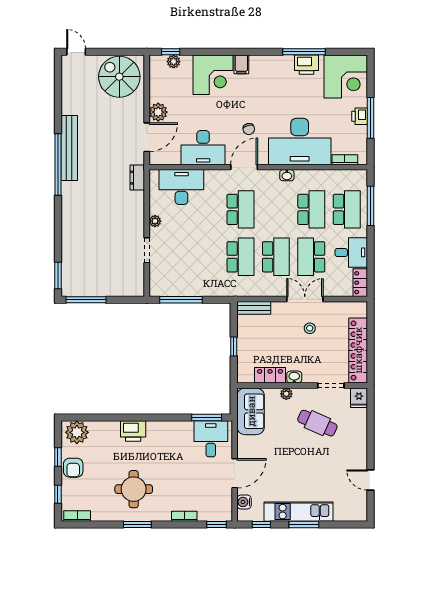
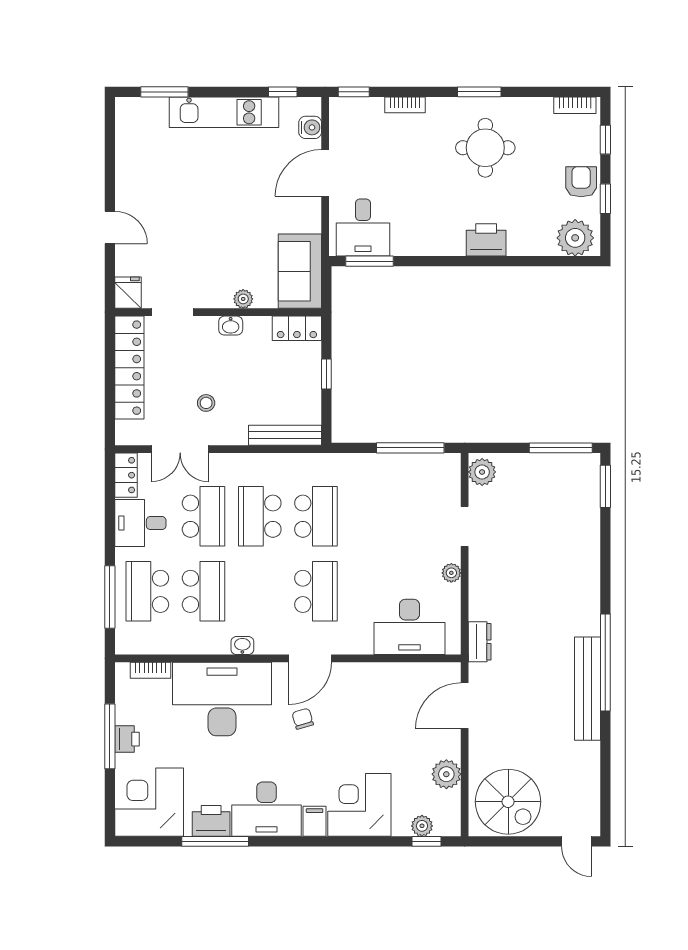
plant: (158, 112) -> (446, 774), moved
desk: (203, 148) -> (266, 809), moved, turned 180
school desk: (240, 209) -> (316, 591), turned 180
school desk: (311, 209) -> (204, 591), turned 180
school desk: (240, 257) -> (316, 516), turned 180
plant: (136, 285) -> (482, 472), added
double door: (305, 299) -> (180, 449), moved
bench: (254, 308) -> (285, 435), width x1.36
locker: (270, 375) -> (297, 328), moved
cafe table: (317, 423) -> (194, 252), removed
door: (370, 480) -> (110, 227), moved
window: (304, 524) -> (164, 92), moved

